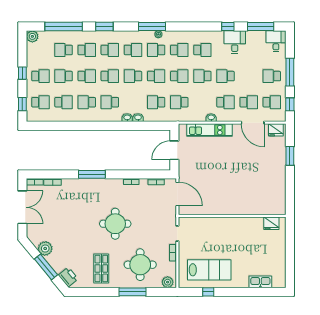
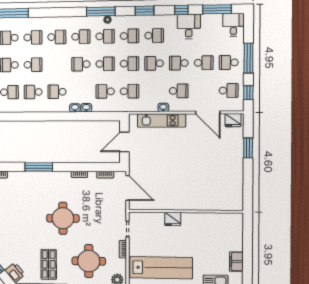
window: (104, 26) -> (145, 11), moved
school desk: (156, 50) -> (105, 36), turned 180
school desk: (110, 76) -> (57, 64), removed
school desk: (179, 102) -> (130, 91), turned 180
school desk: (249, 102) -> (204, 63), moved
fridge: (271, 223) -> (173, 219), moved
filing cabinet: (280, 263) -> (236, 262), added
lab bench: (209, 270) -> (161, 268), width x1.36

